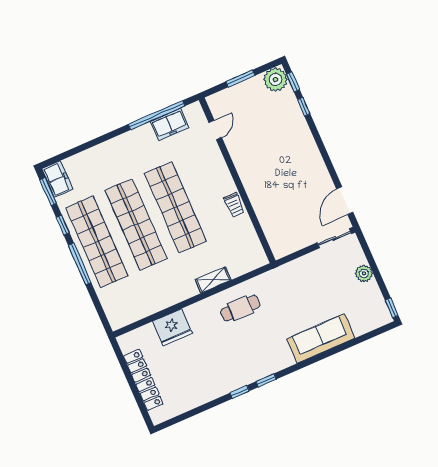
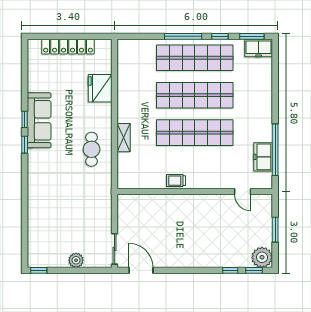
sofa: (321, 338) -> (39, 120), moved

